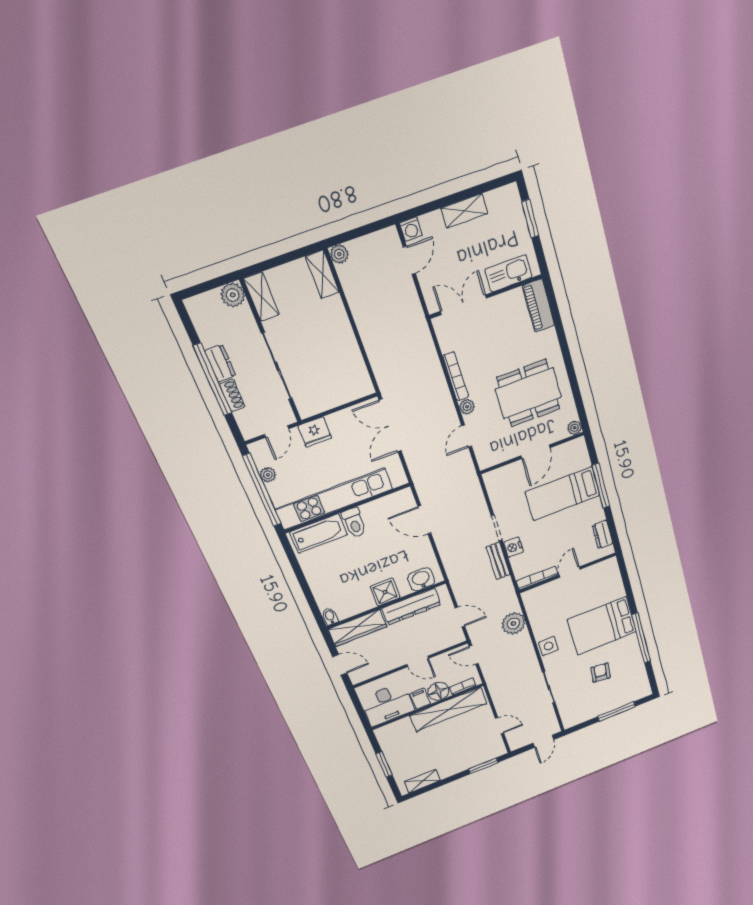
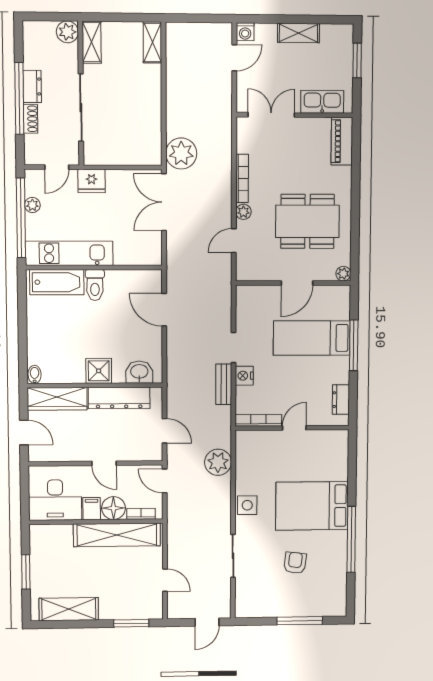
plant: (339, 254) -> (181, 153), moved, width x1.88, depth x1.88
kitchen unit: (334, 499) -> (69, 253), width x0.73
shelving: (422, 781) -> (69, 609), width x1.50, depth x1.33

